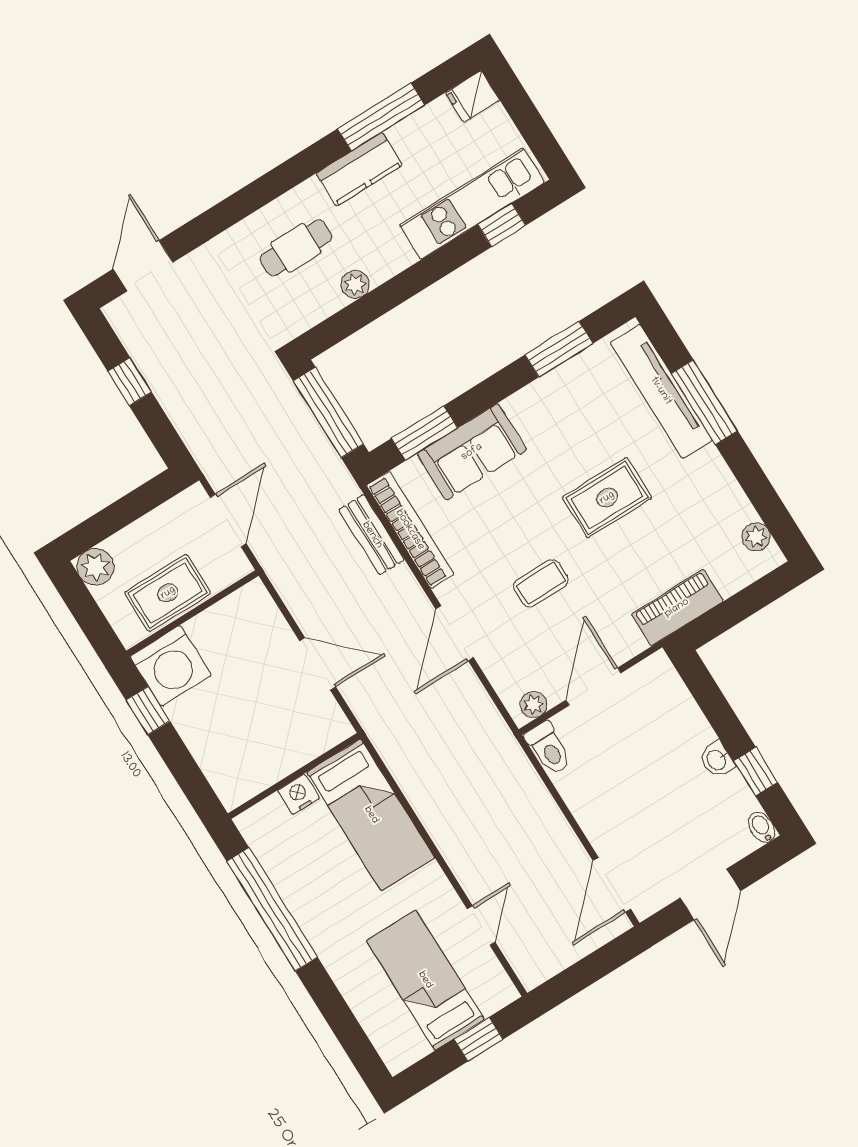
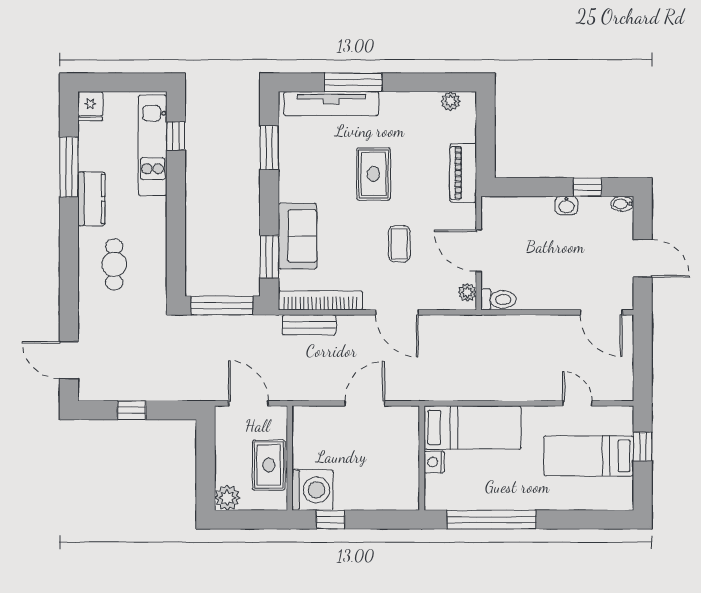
plant: (355, 284) -> (157, 243), removed

